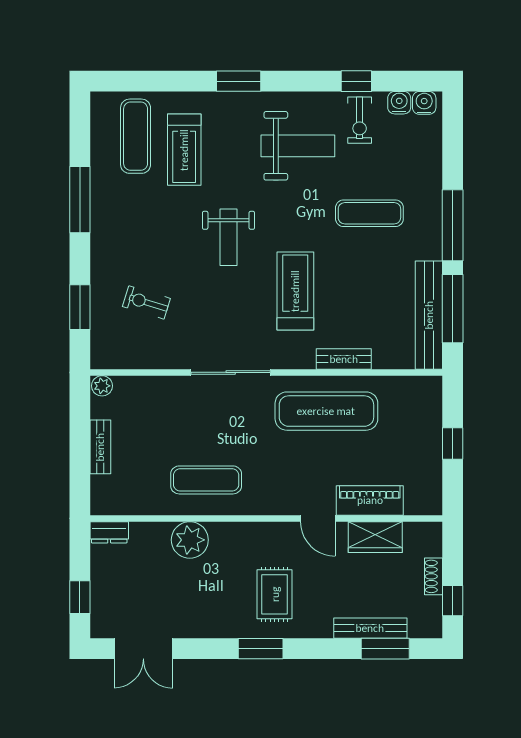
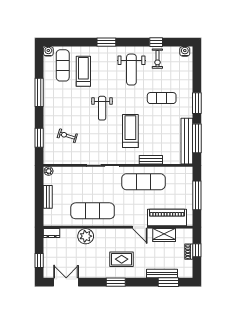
water cooler: (399, 103) -> (48, 51), moved
weight bench: (298, 146) -> (131, 70), turned 90
treadmill: (184, 150) -> (83, 71), turned 180
window: (453, 225) -> (197, 103), width x0.69
window: (453, 443) -> (197, 195), width x2.17
exercise mat: (206, 480) -> (93, 211), width x1.36, depth x1.45
piano: (370, 500) -> (167, 217), width x1.37, depth x1.33
rug: (275, 594) -> (122, 259), turned 90
window: (453, 601) -> (197, 250), moved
double door: (143, 649) -> (66, 282), swing flipped

